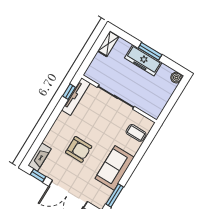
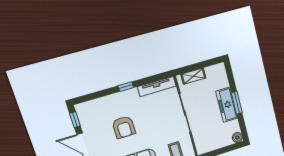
shelving: (108, 44) -> (193, 76), moved
window: (69, 92) -> (126, 87), moved
fireplace: (40, 157) -> (89, 107), removed

